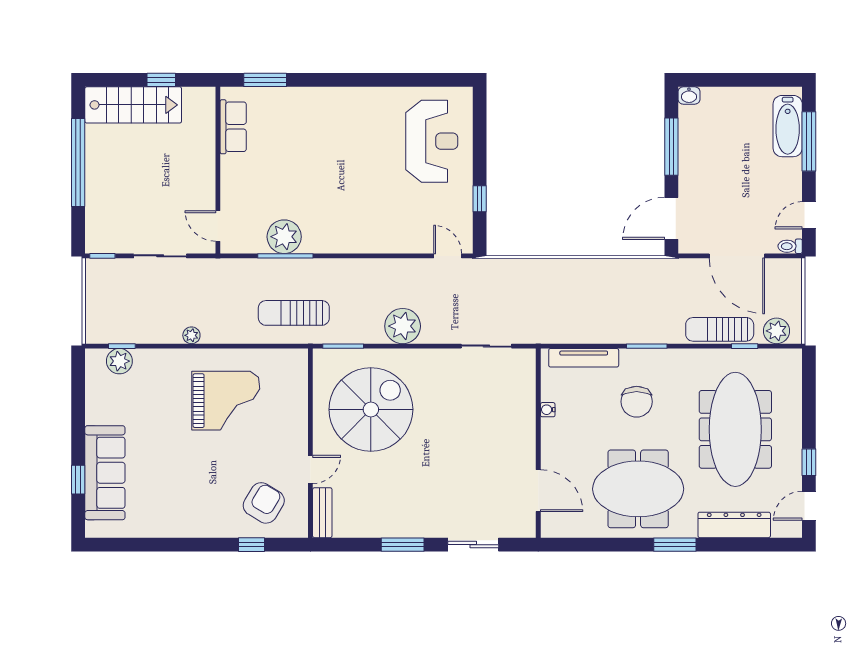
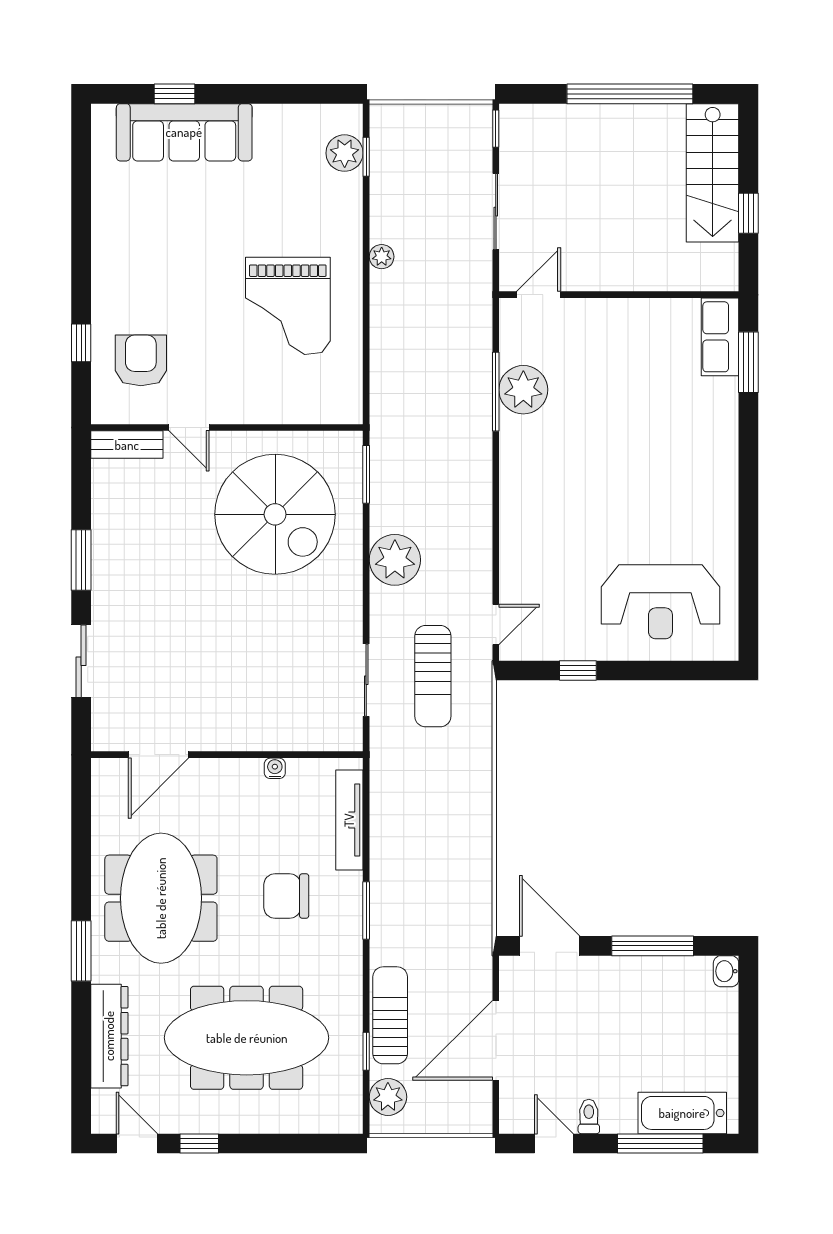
row of seats: (233, 127) -> (720, 337), moved, turned 90
toilet: (790, 246) -> (589, 1117), moved
sun lounger: (294, 313) -> (433, 676), moved, turned 180
armchair: (264, 503) -> (141, 360), turned -121

